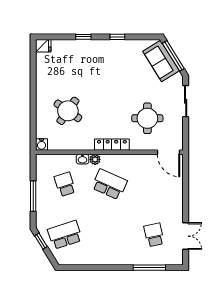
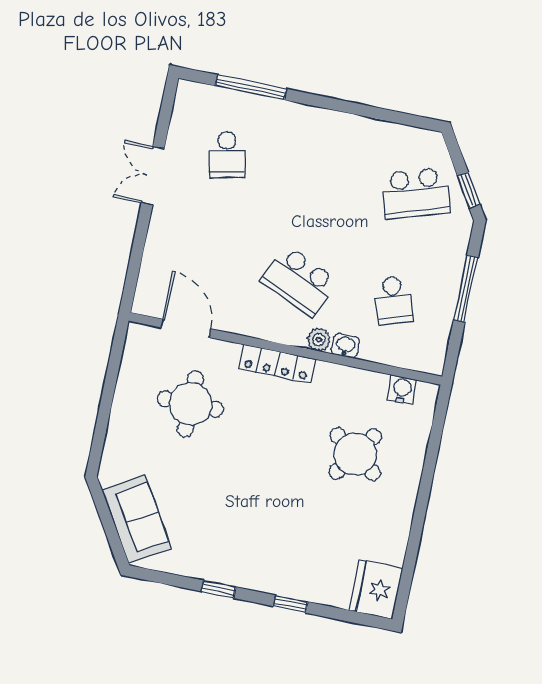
fridge: (43, 46) -> (376, 590), width x1.88, depth x1.34
window: (173, 56) -> (109, 525), removed
sliding door: (186, 101) -> (102, 423), removed
water cooler: (42, 144) -> (402, 390), moved
door: (169, 152) -> (186, 328), moved
double door: (186, 236) -> (153, 176), moved

